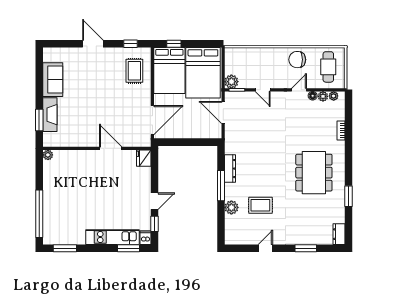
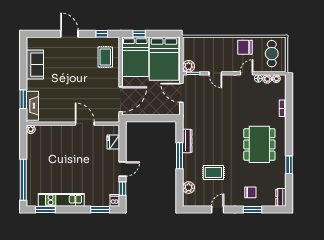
fireplace: (50, 115) -> (32, 106), moved
fridge: (144, 158) -> (113, 142), moved
plant: (231, 207) -> (189, 188), moved
chair: (303, 228) -> (250, 192), added
kitchen unit: (113, 237) -> (61, 200), moved

